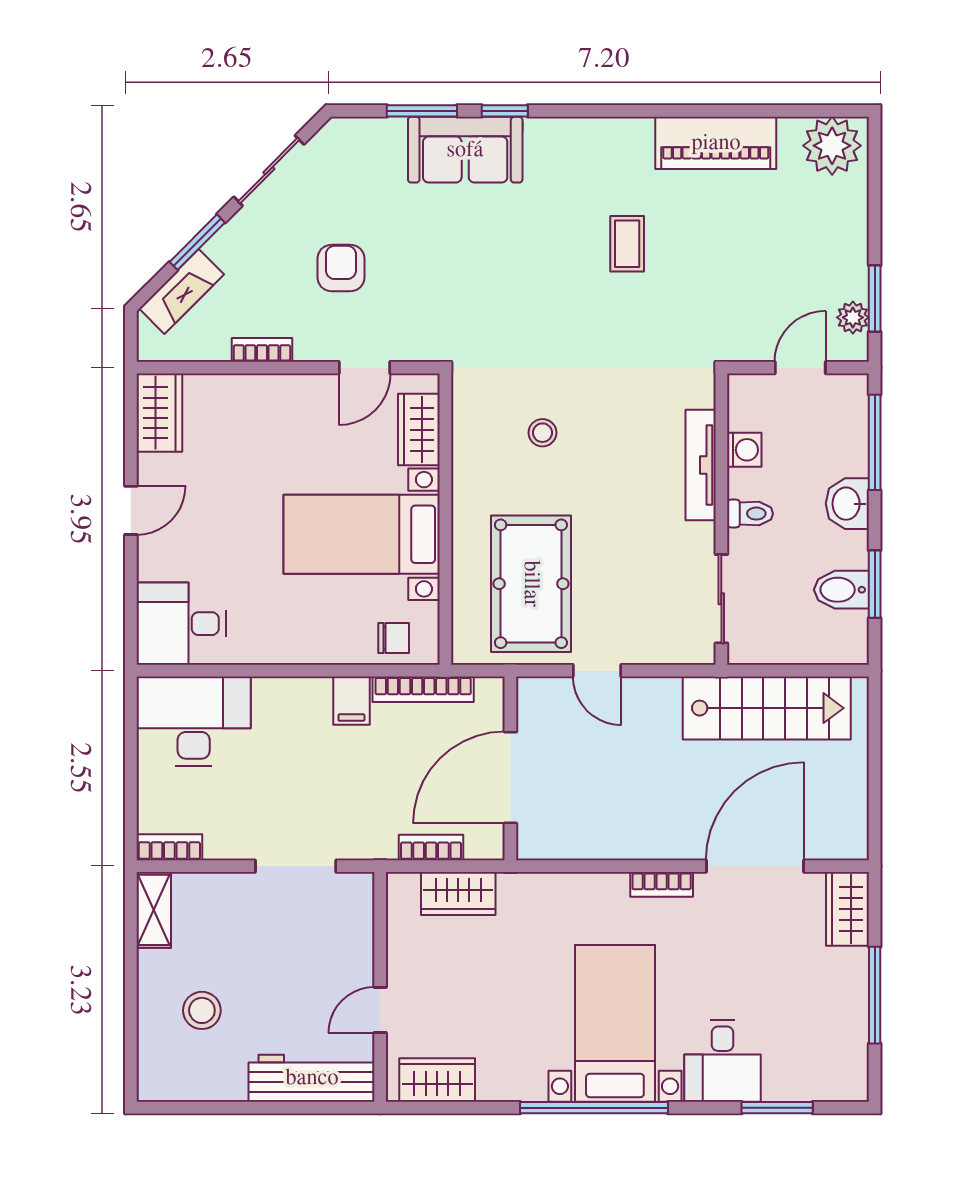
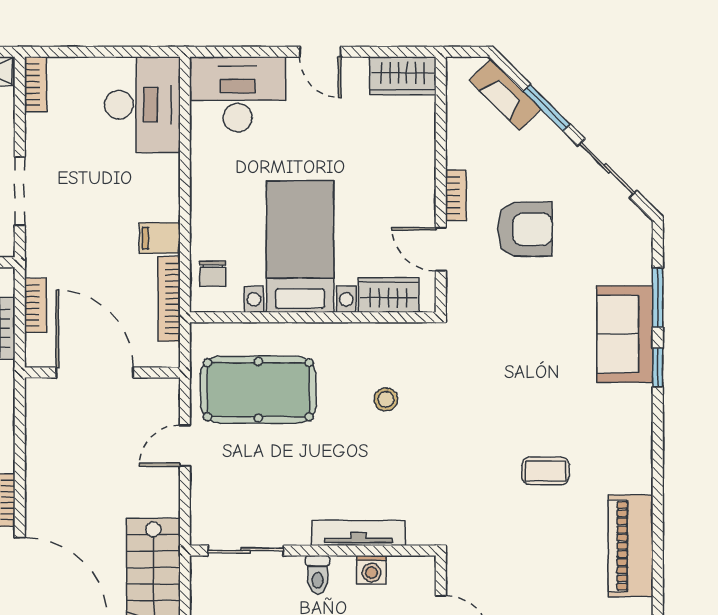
armchair: (341, 268) -> (525, 229), width x1.38, depth x1.38
bookcase: (262, 350) -> (456, 195), moved
desk: (181, 624) -> (238, 94), width x1.37

